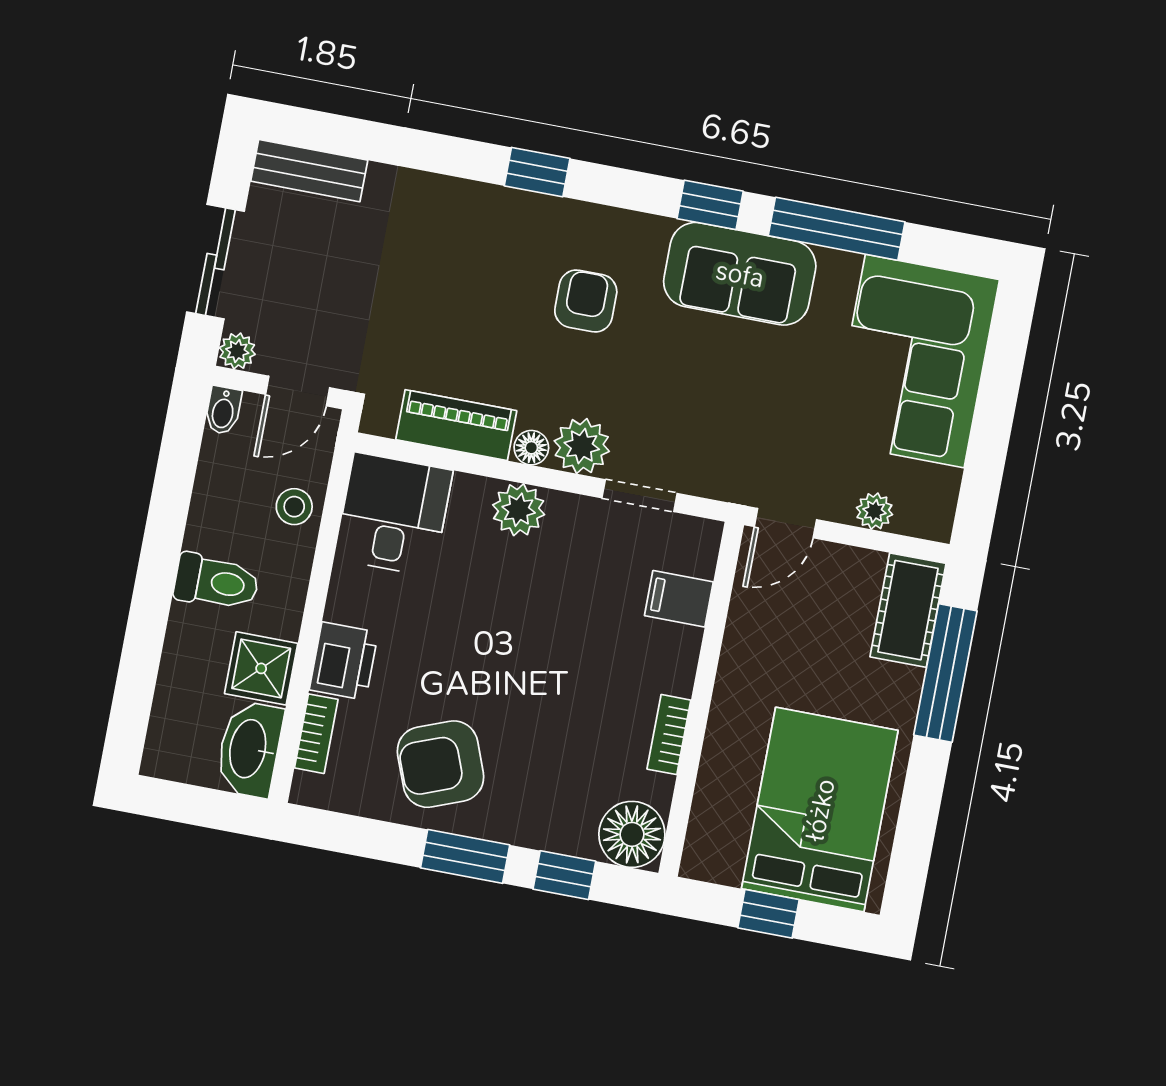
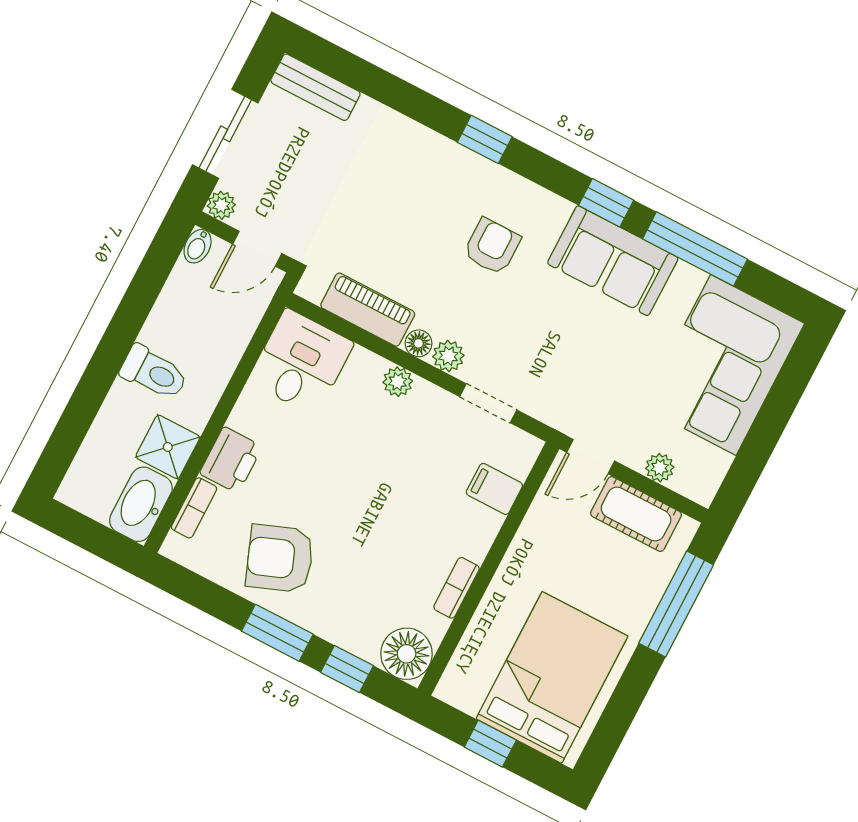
plant: (582, 446) -> (448, 356), width x0.73, depth x0.73
stool: (294, 507) -> (229, 334), removed
plant: (519, 510) -> (398, 382), width x0.73, depth x0.73
cot: (908, 610) -> (636, 514), moved, turned 90

